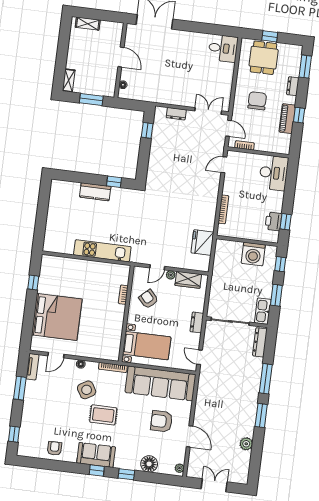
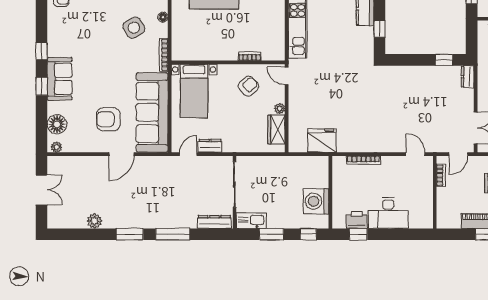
dresser: (176, 114) -> (468, 77), moved
desk: (274, 173) -> (388, 213), moved
door: (157, 267) -> (287, 76), moved
dresser: (197, 322) -> (210, 146), moved
rug: (103, 415) -> (107, 51), removed
armchair: (161, 421) -> (108, 119), turned -90
door: (190, 436) -> (121, 154), moved
sofa: (96, 455) -> (60, 79), moved
floor lamp: (149, 464) -> (57, 124), moved

